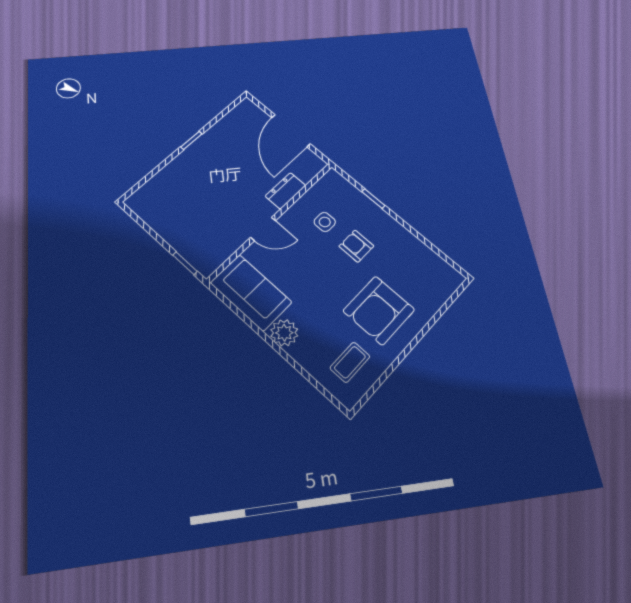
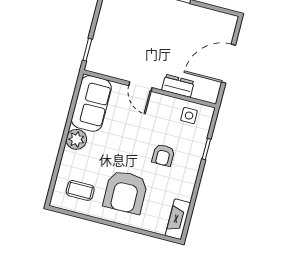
side table: (325, 222) -> (189, 116), moved
armchair: (356, 246) -> (163, 155), turned 180
fireplace: (440, 269) -> (178, 219), added
armchair: (379, 310) -> (125, 192), turned -91

